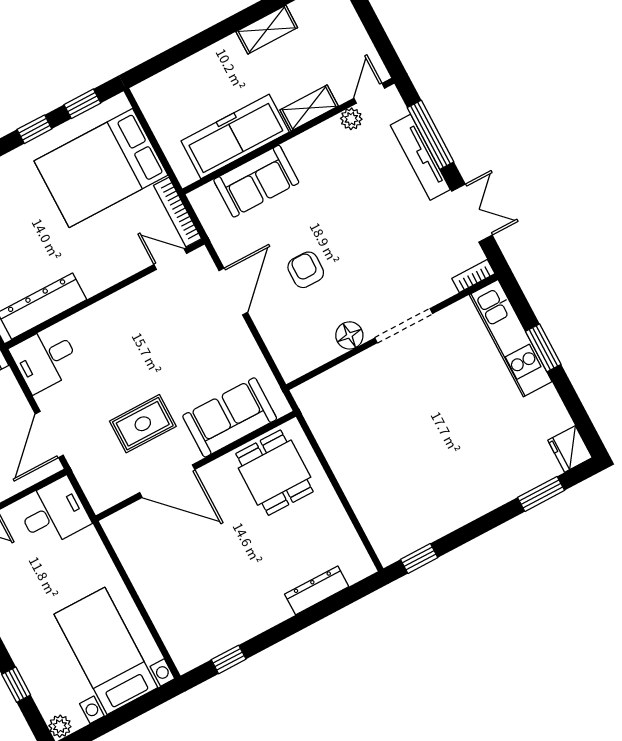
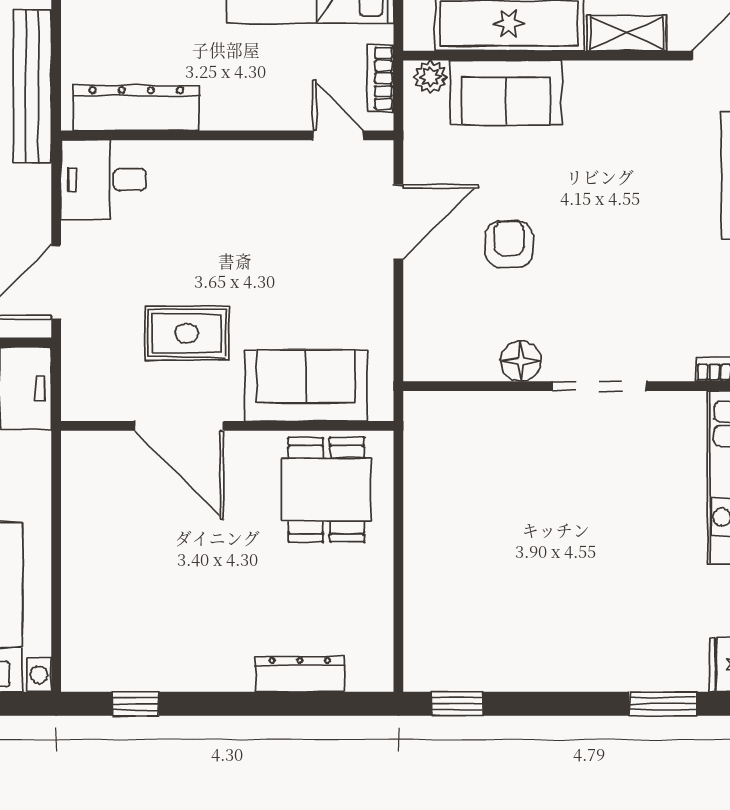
plant: (351, 119) -> (430, 77), moved
bookcase: (177, 212) -> (380, 78), width x0.64

